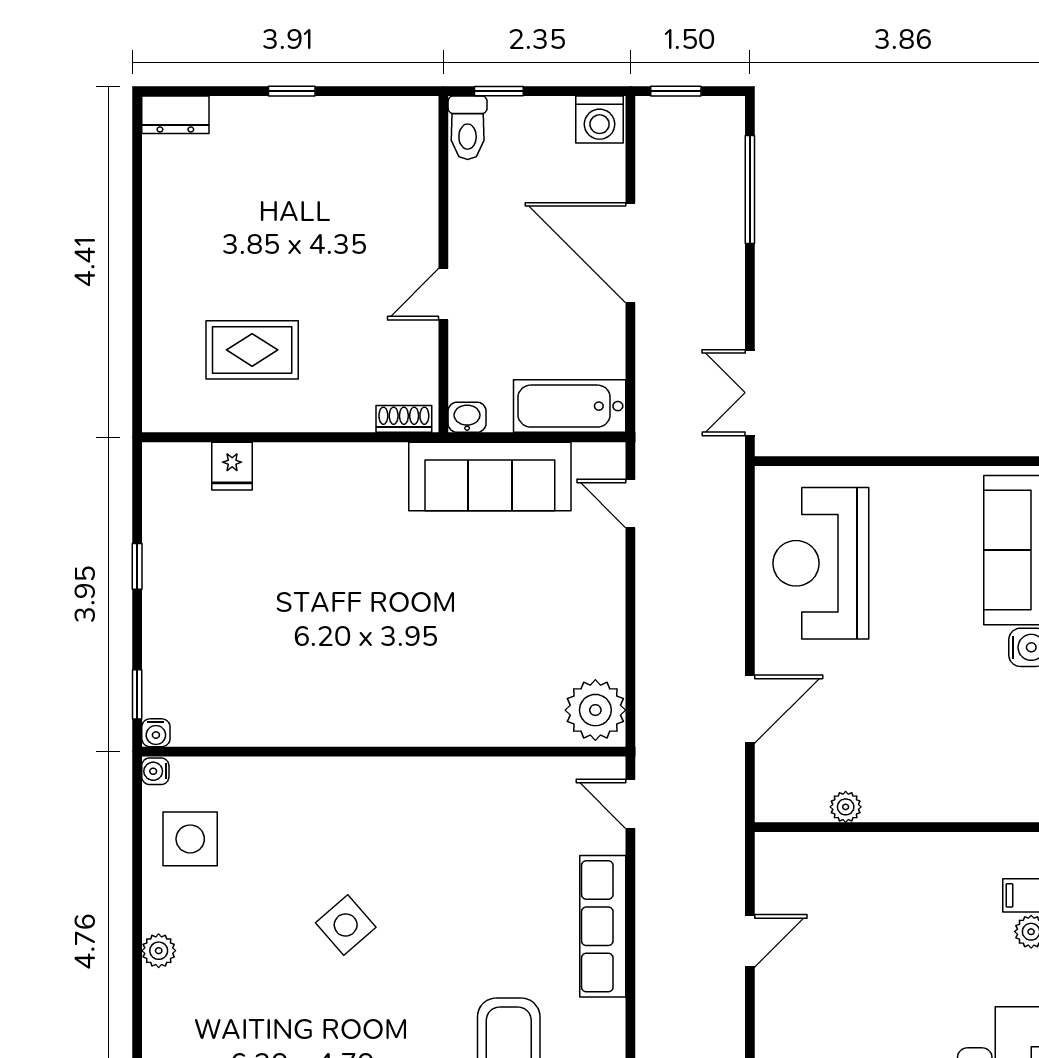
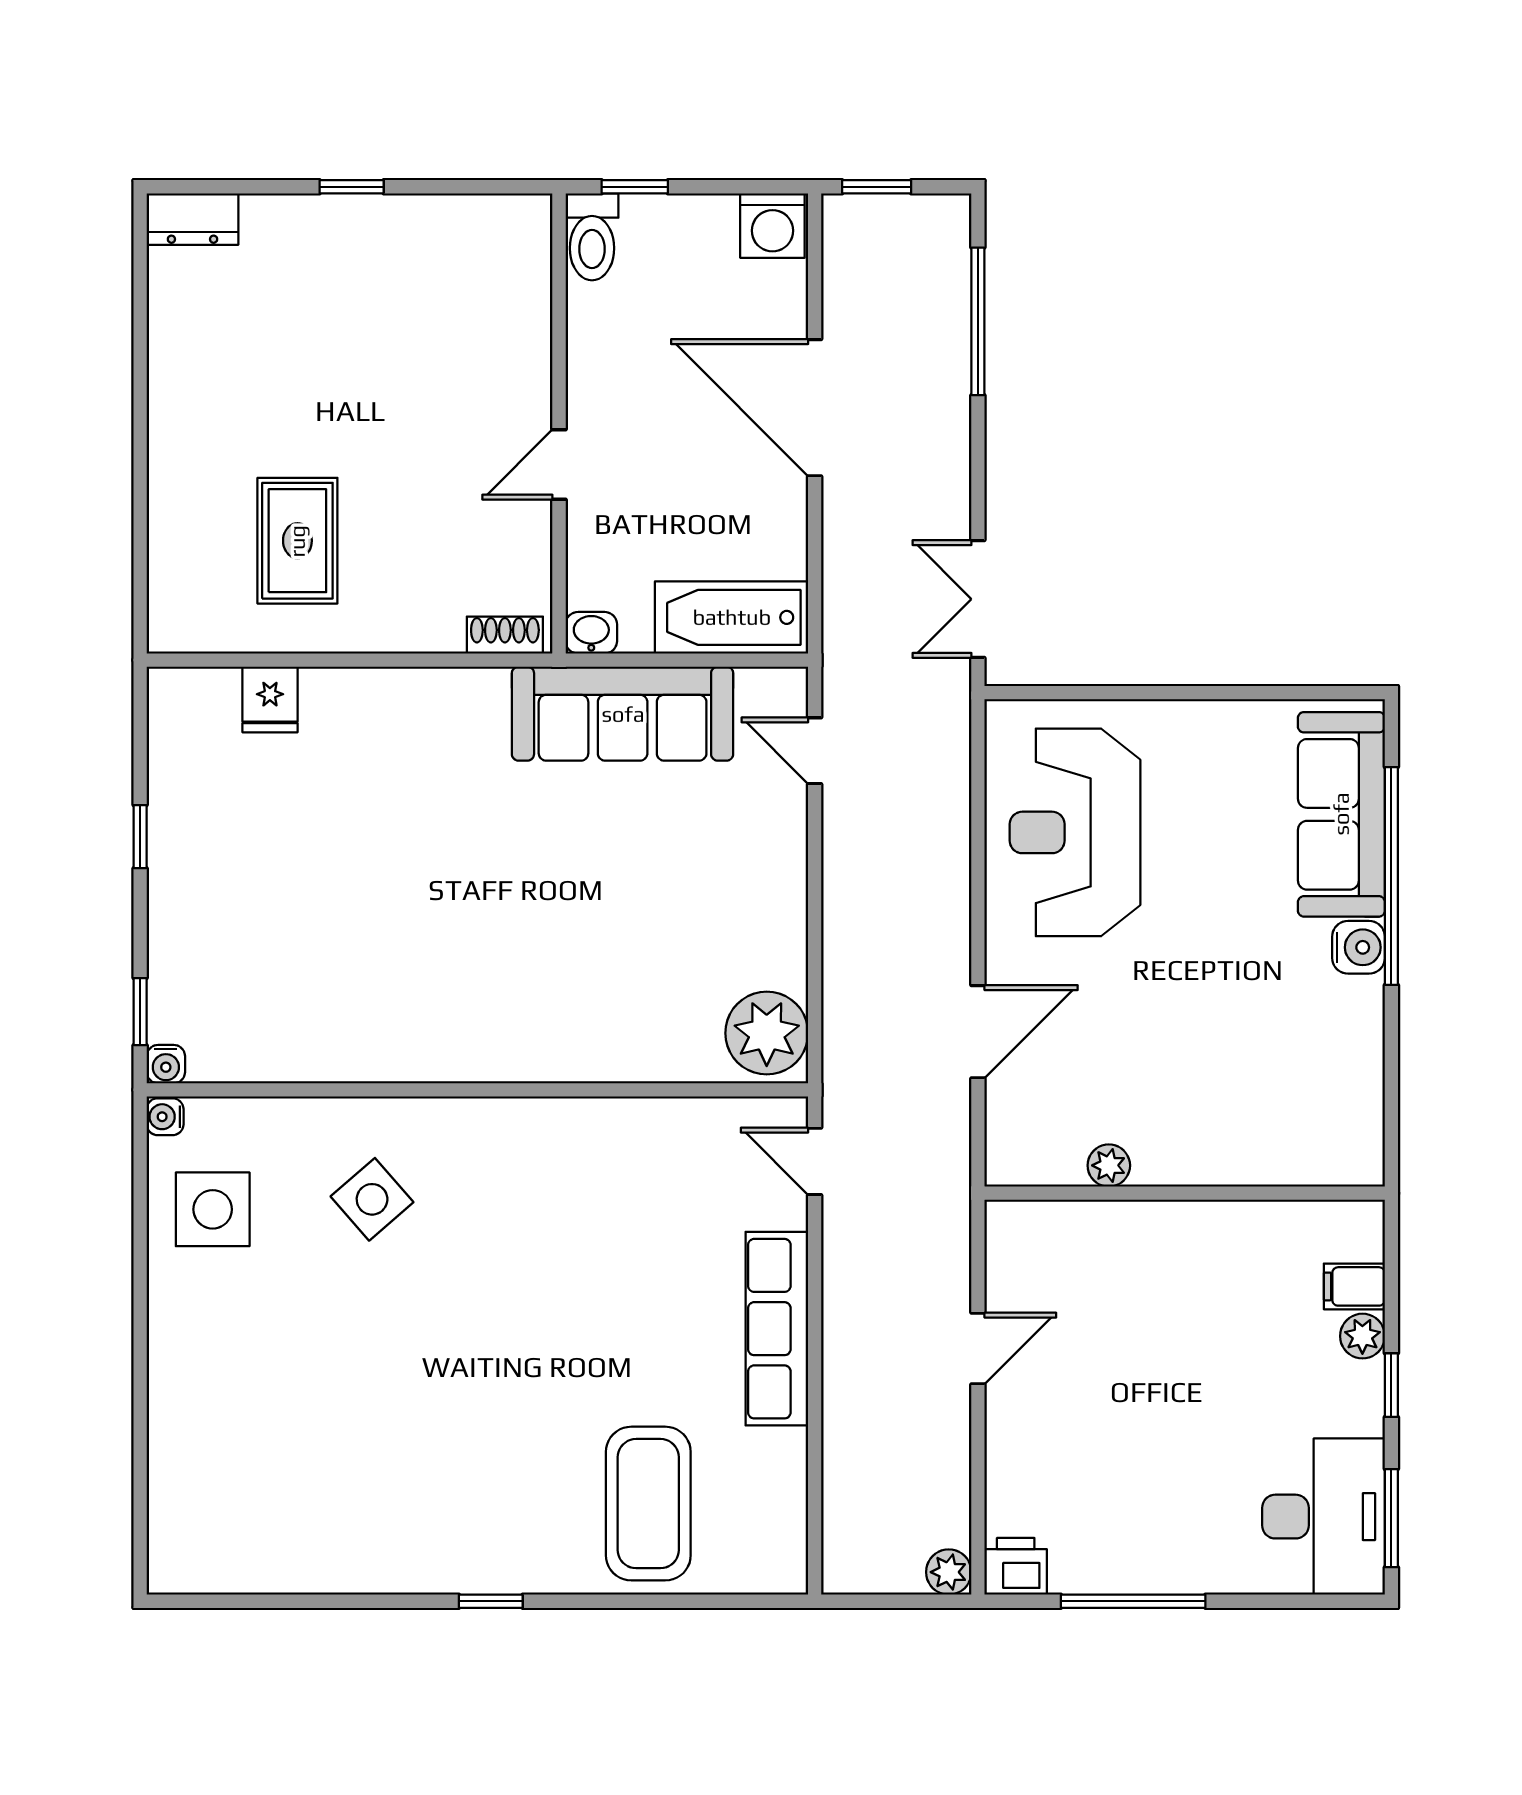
rug: (252, 350) -> (297, 541), turned 90
side table: (346, 925) -> (372, 1199), moved
plant: (159, 951) -> (170, 1362), removed

